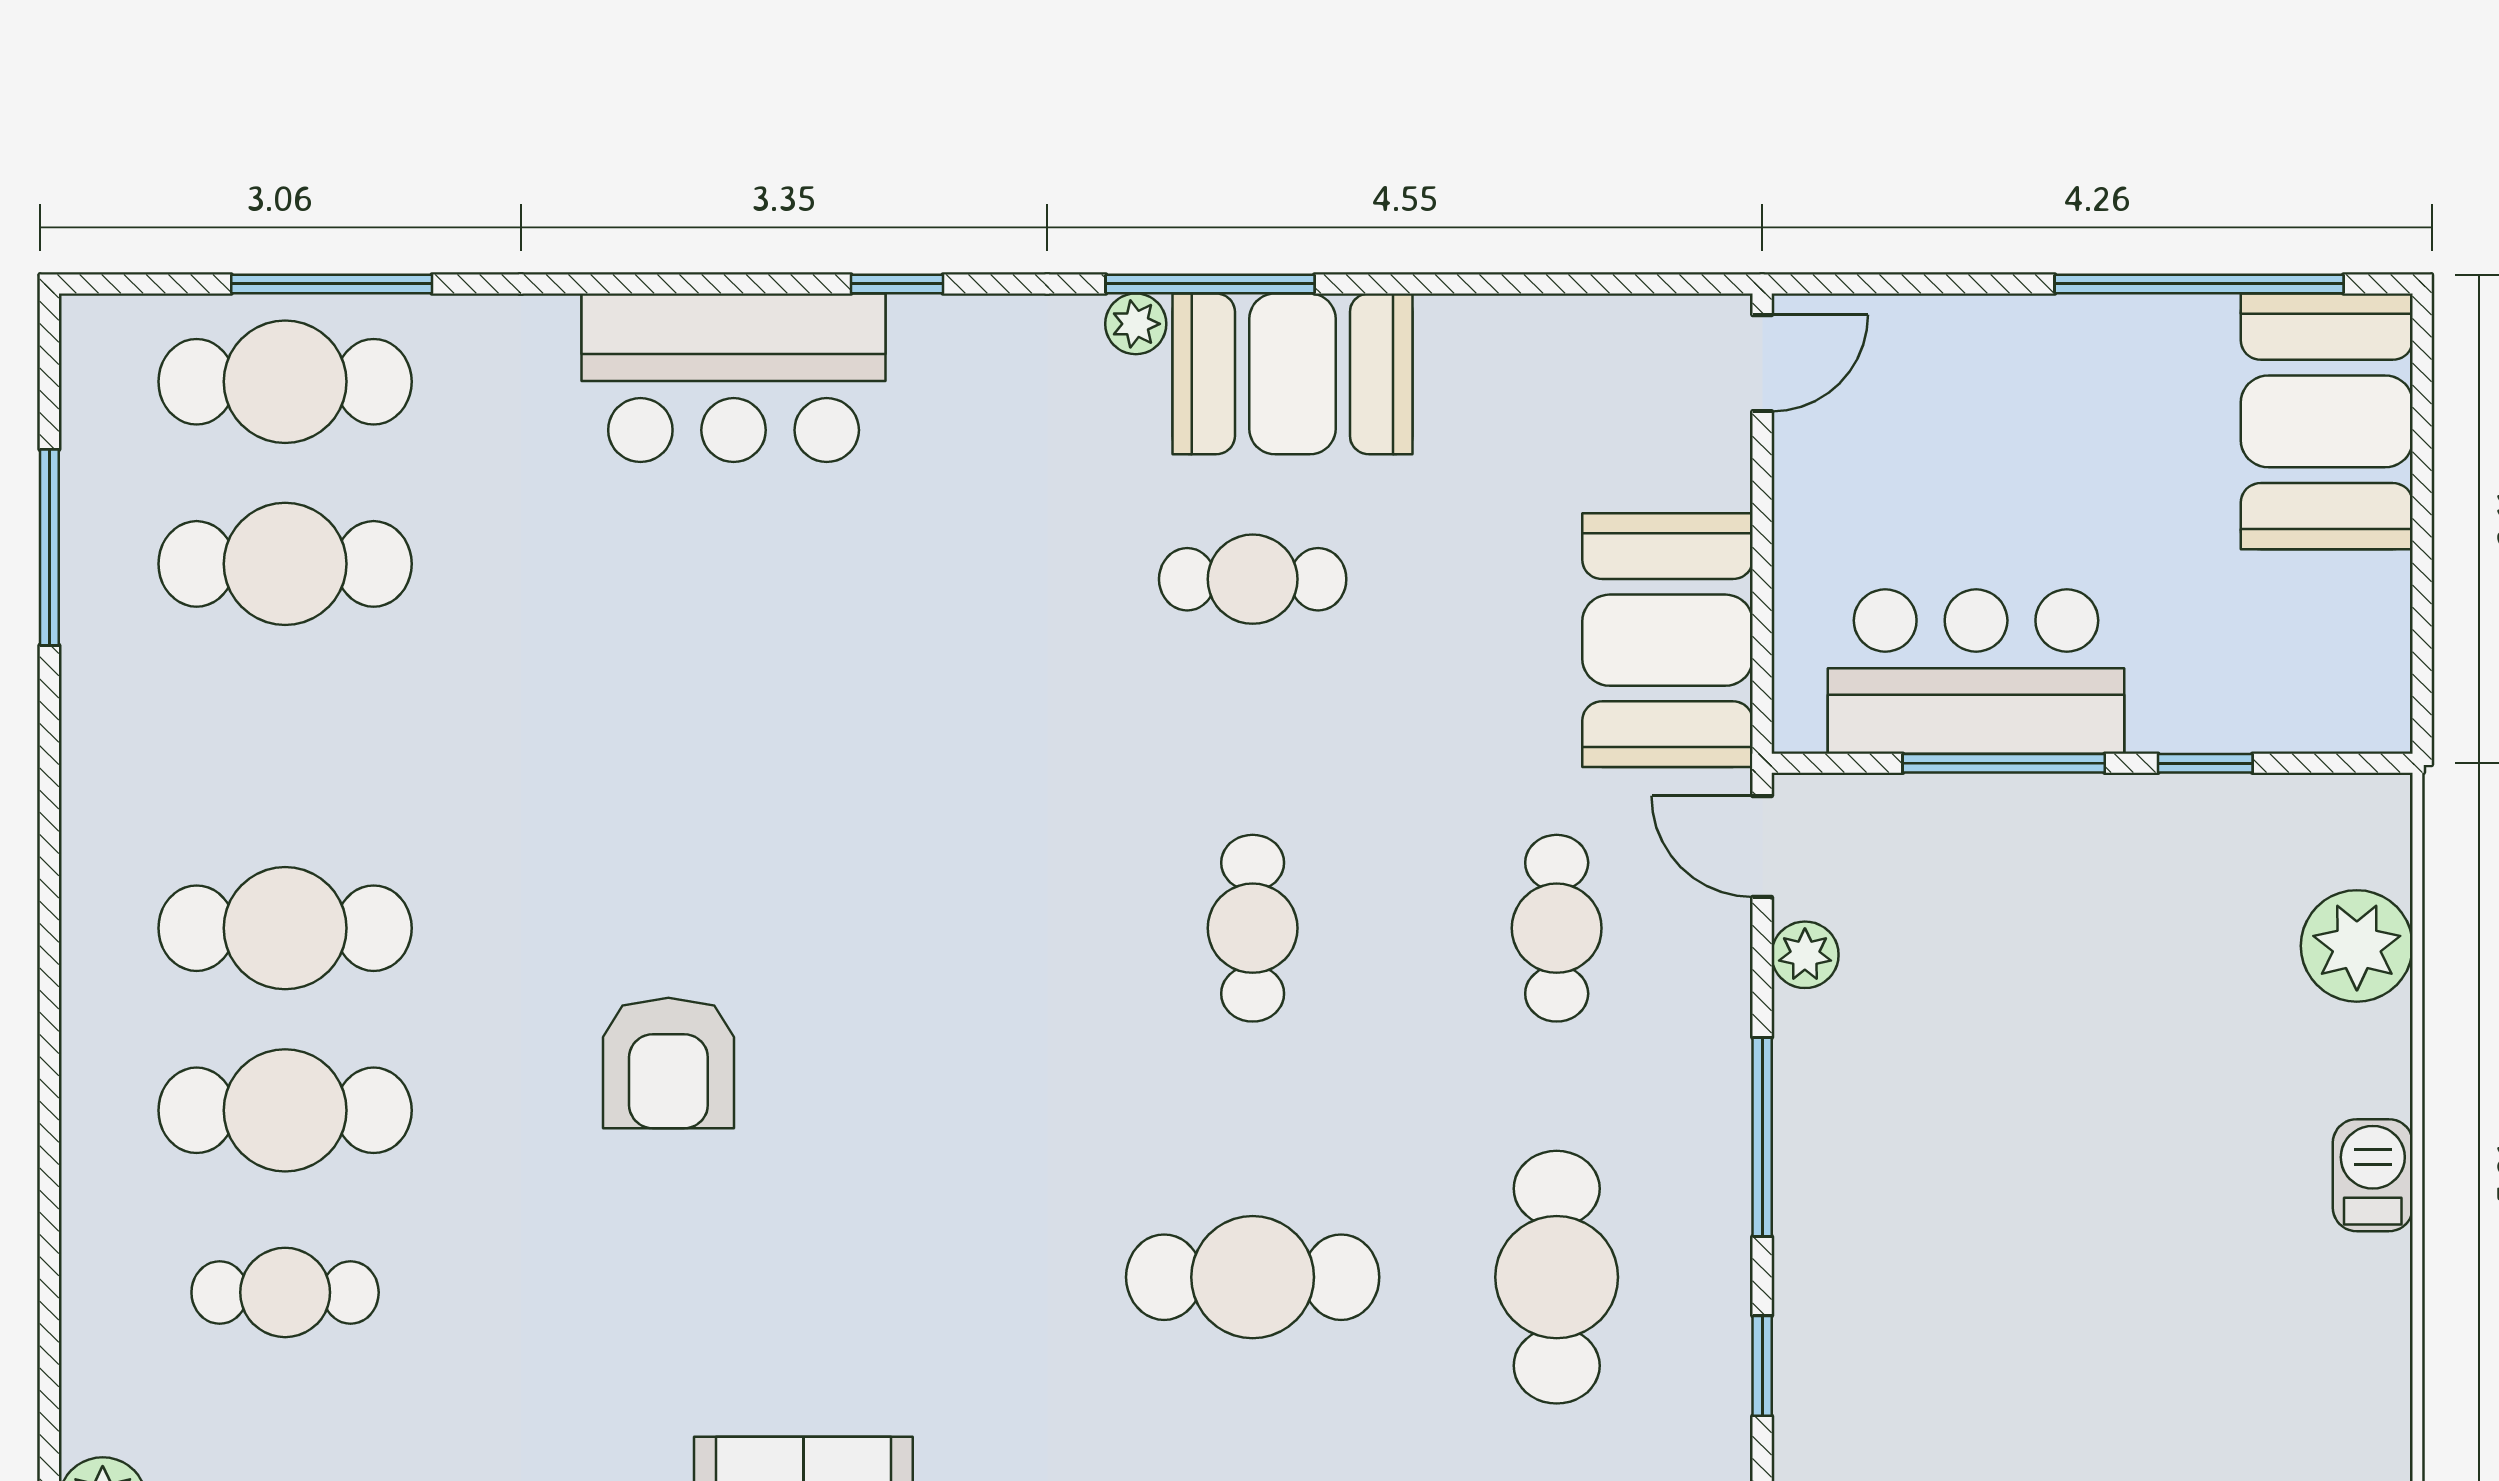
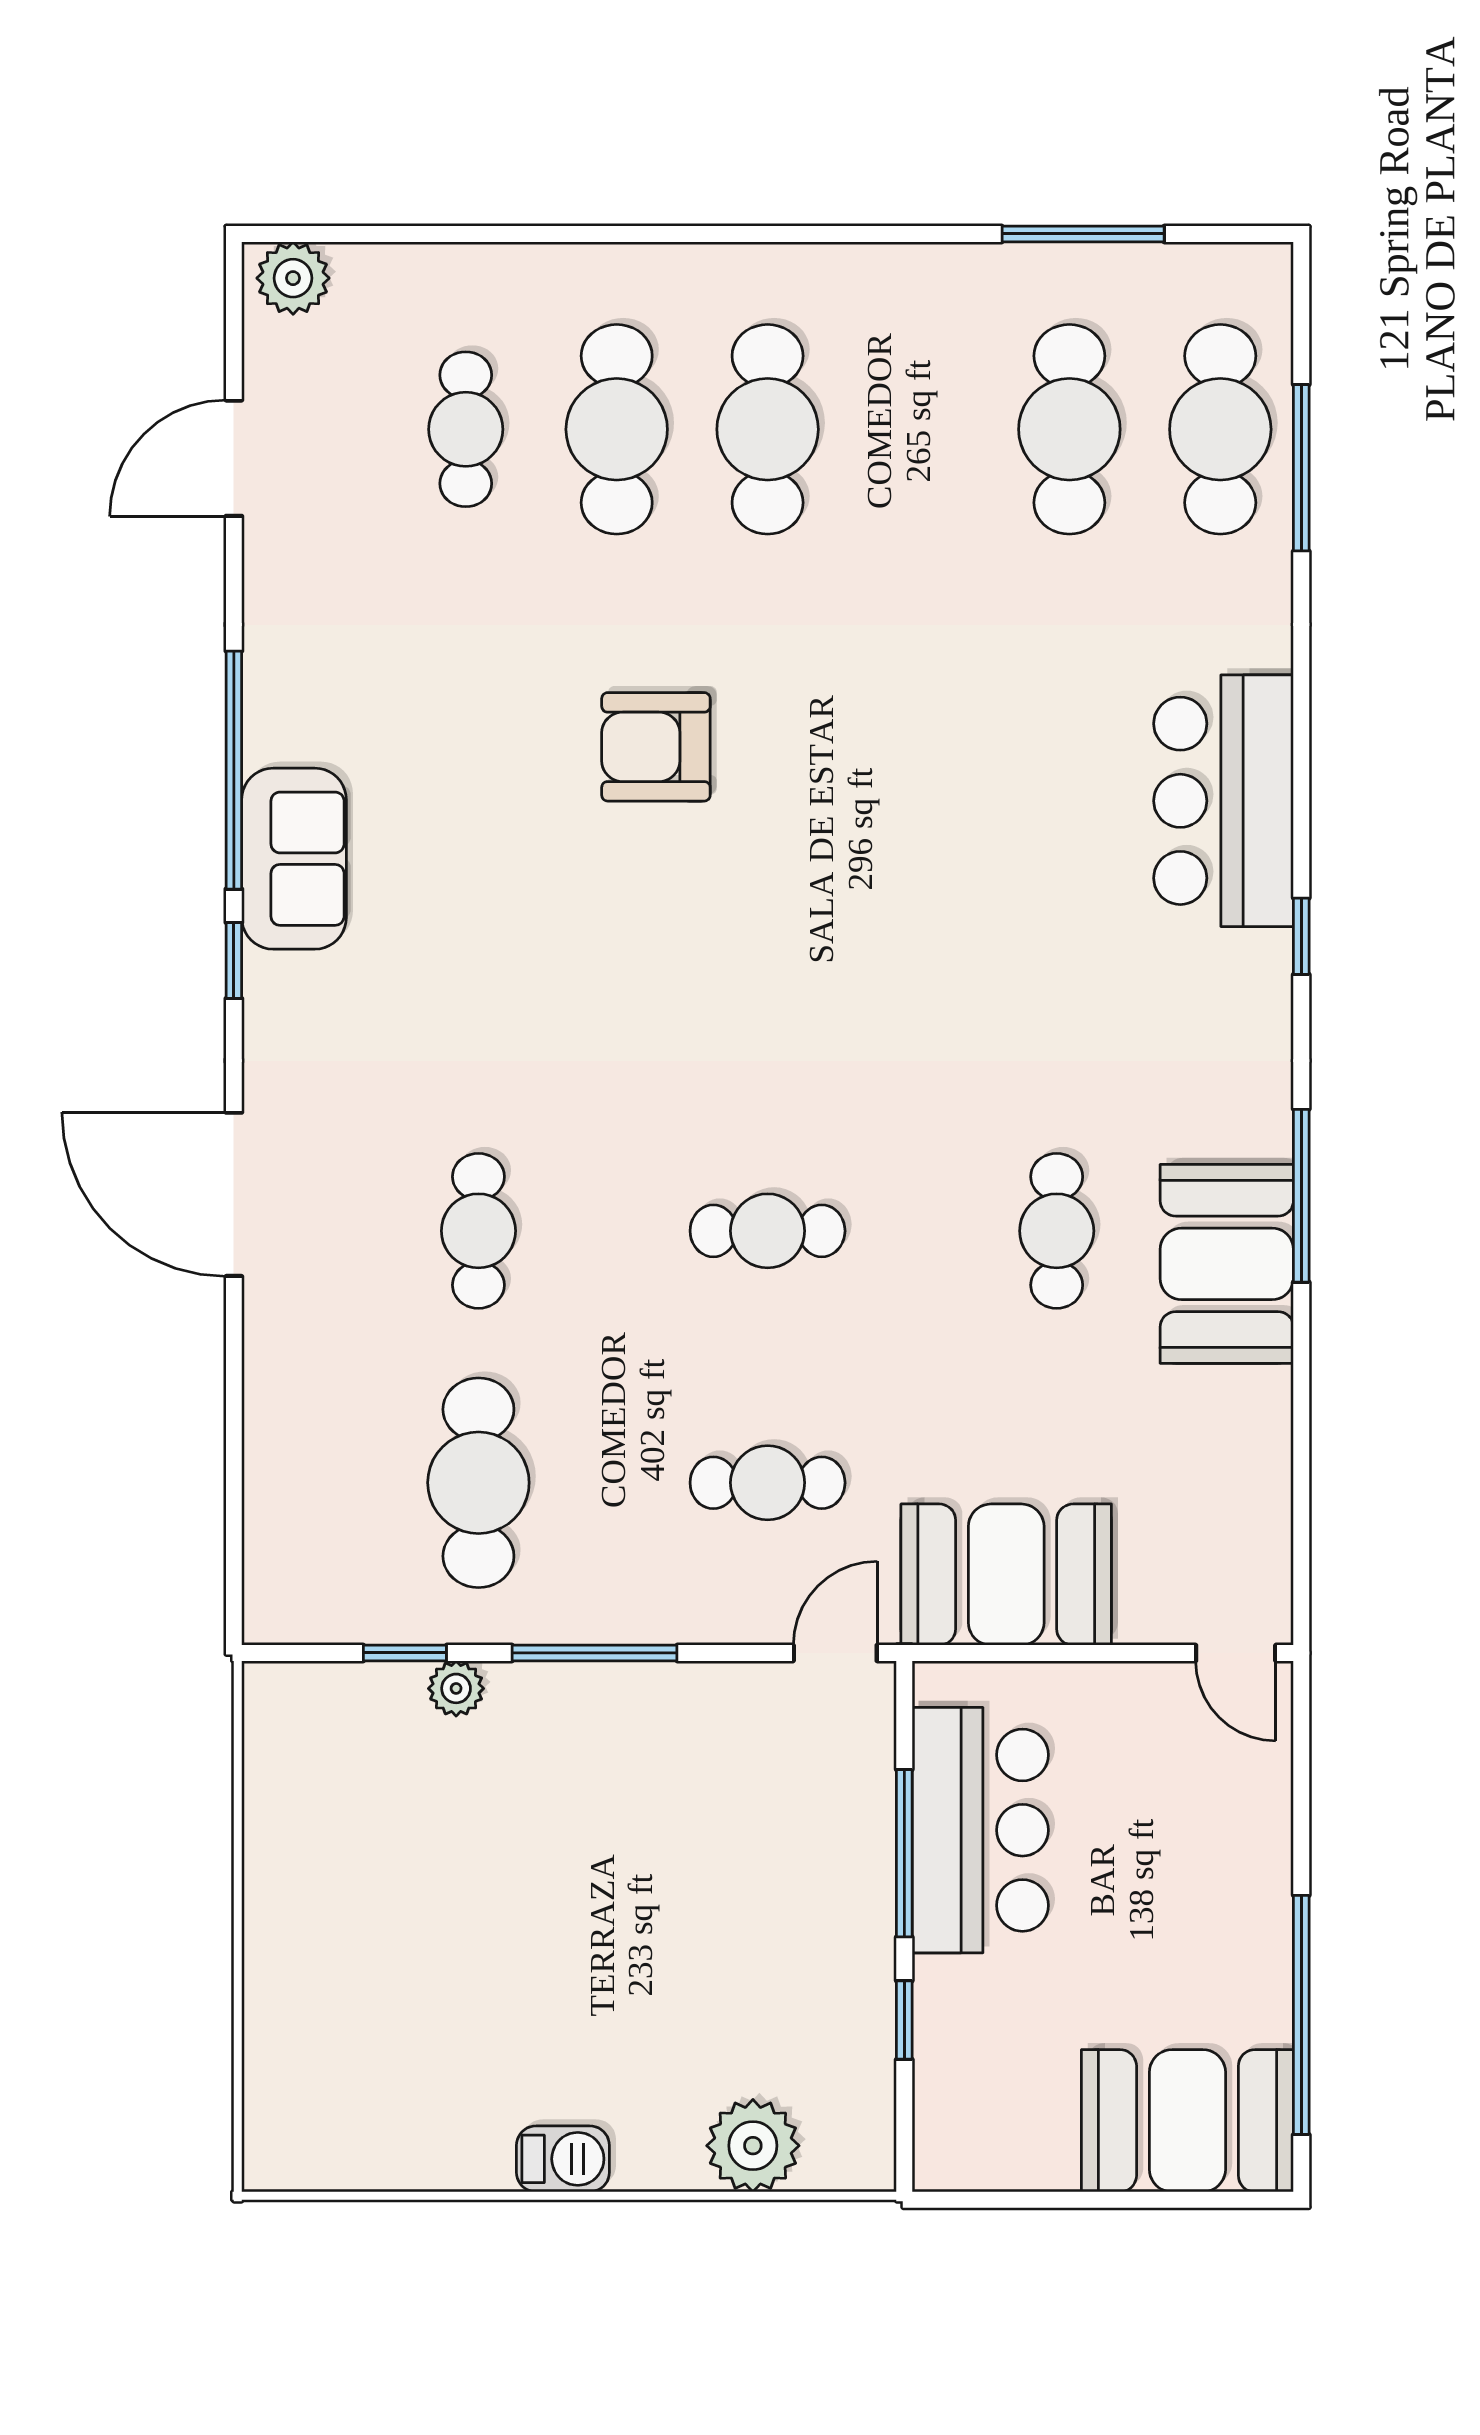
plant: (1136, 324) -> (1268, 1134), removed
plant: (1805, 955) -> (456, 1688), moved
cafe table: (1253, 1277) -> (478, 1231), width x0.73, depth x0.74
cafe table: (1557, 1277) -> (478, 1483), turned 90

